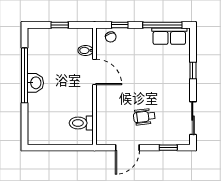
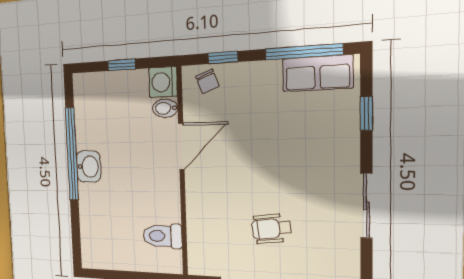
washing machine: (85, 36) -> (163, 82), added
window: (193, 70) -> (366, 113), moved
door: (94, 72) -> (181, 146), hinge flipped
sliding door: (193, 118) -> (366, 206), moved

